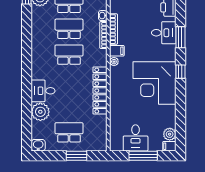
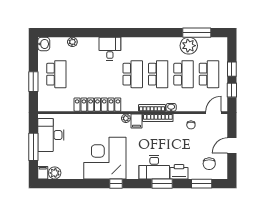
desk: (164, 33) -> (154, 167), width x1.37
window: (180, 37) -> (162, 184), moved
desk: (43, 91) -> (110, 49), moved
plant: (40, 112) -> (72, 42), width x0.53, depth x0.53
desk: (136, 138) -> (51, 135), width x1.37

